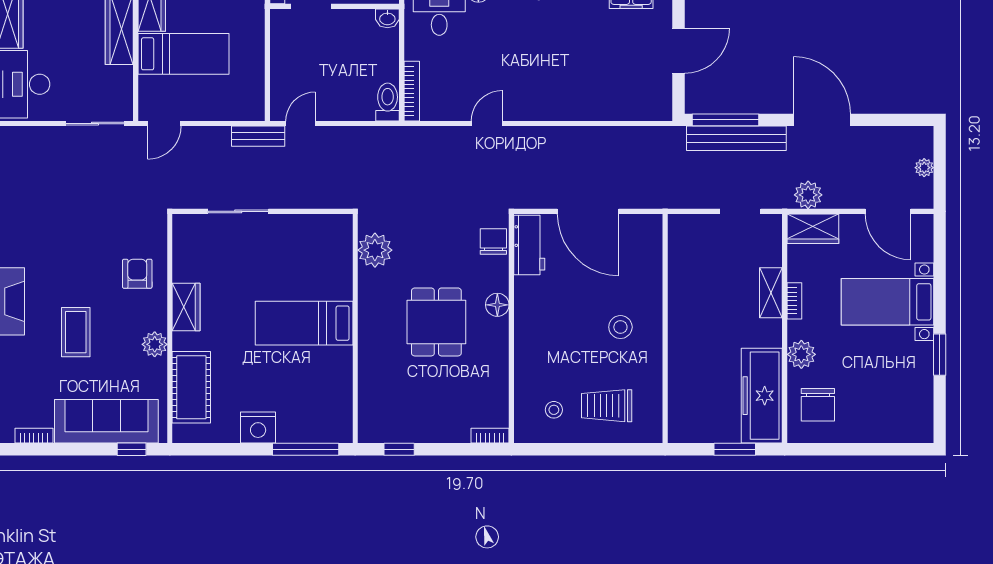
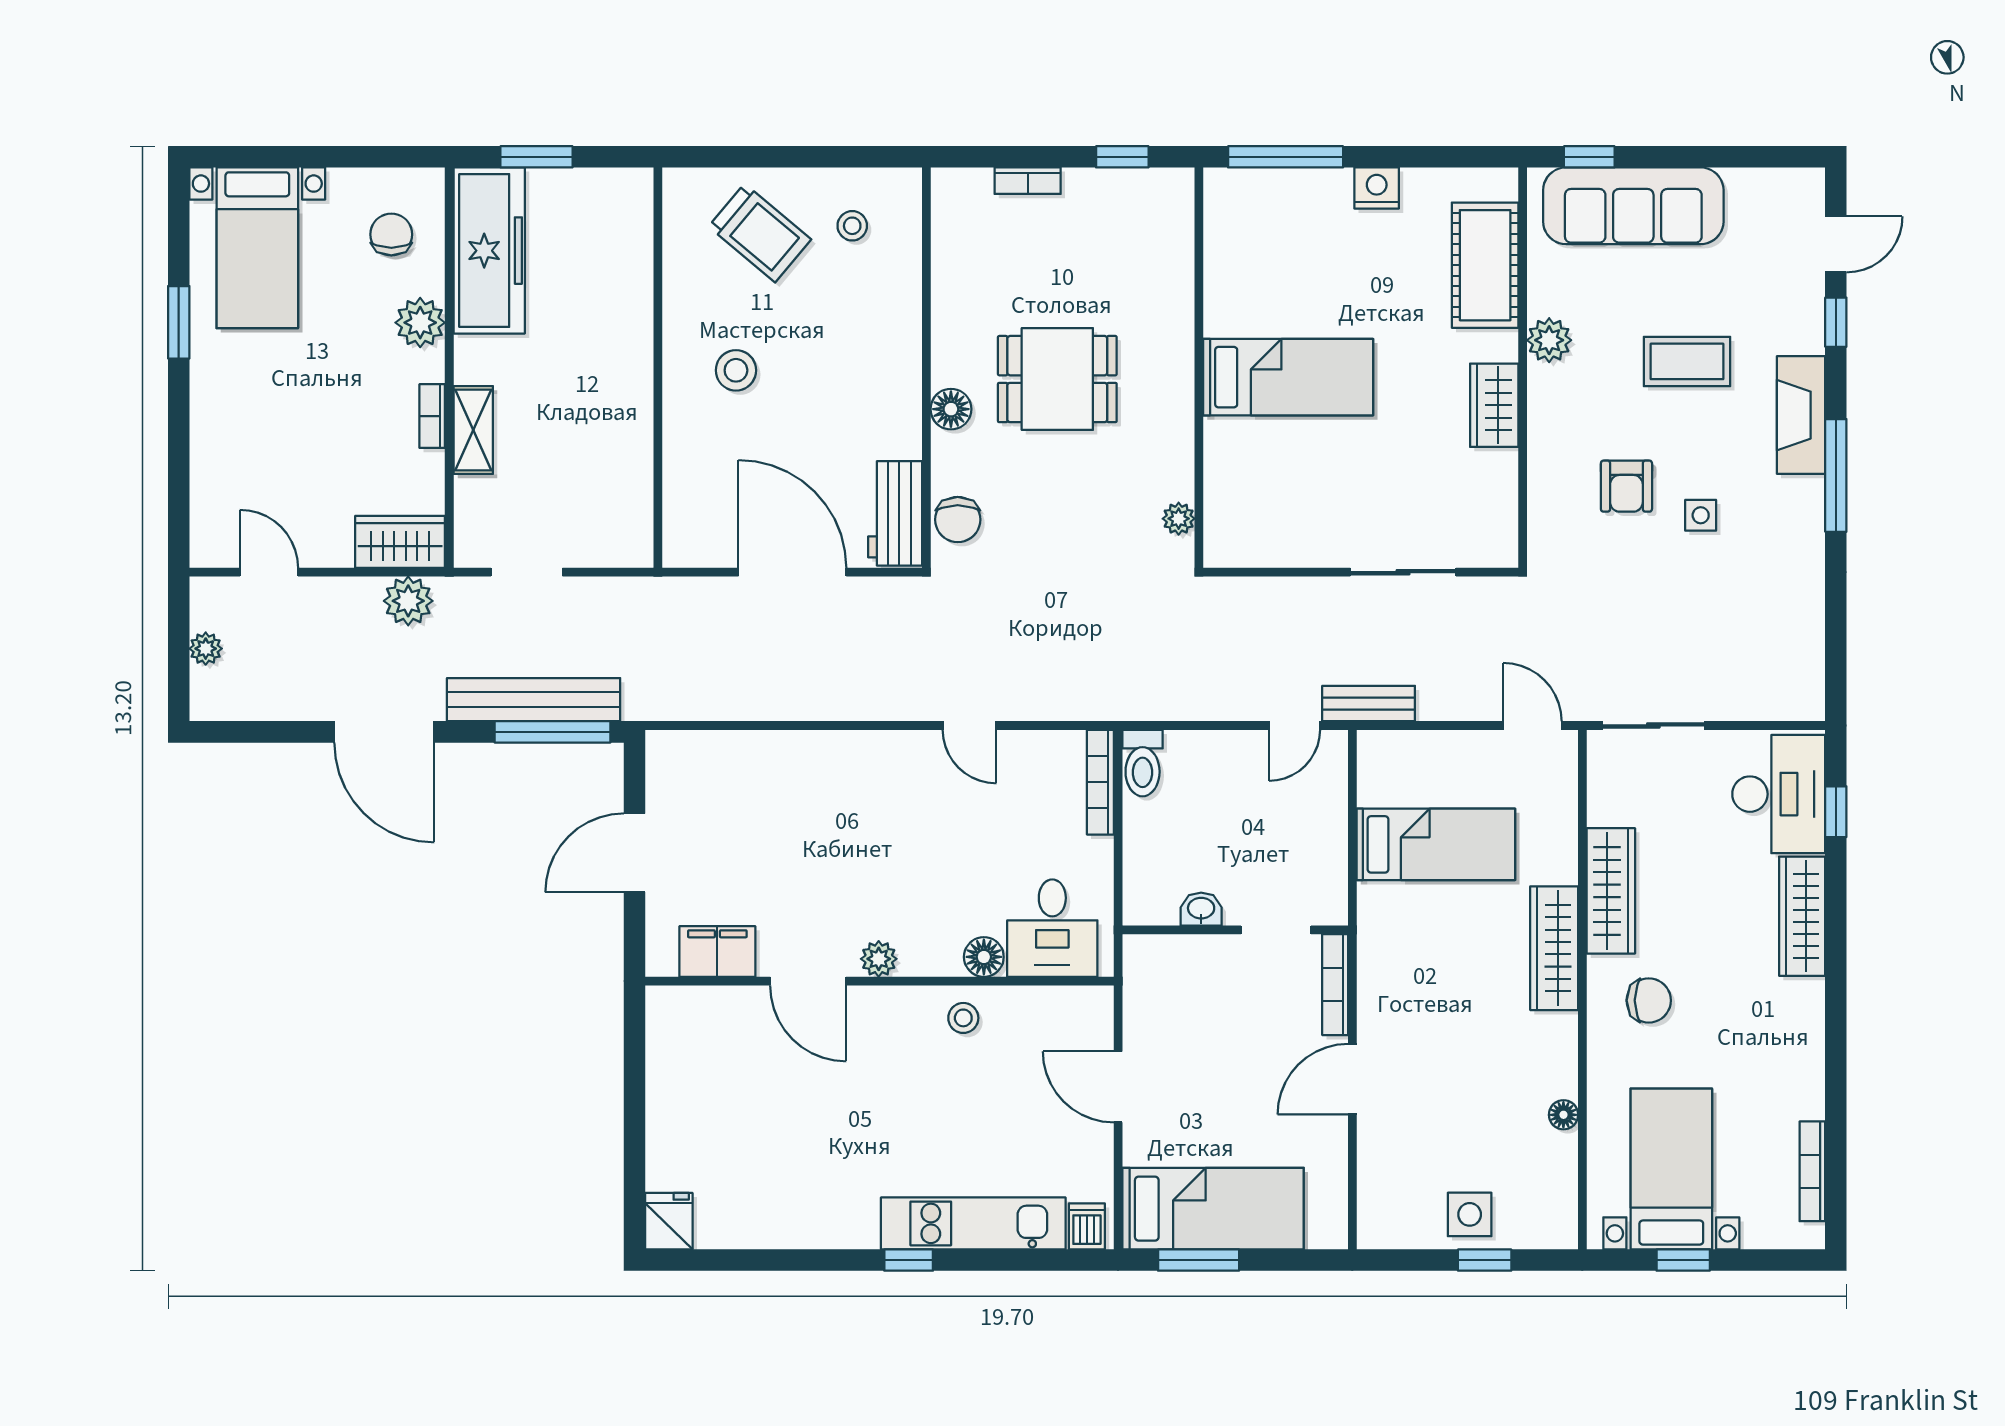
washbasin: (387, 18) -> (1201, 909), moved
bed: (183, 54) -> (1436, 844), moved, turned 180
door: (164, 124) -> (1532, 725), hinge flipped
door: (487, 124) -> (969, 725), hinge flipped
door: (888, 211) -> (269, 572), width x0.73
side table: (68, 244) -> (1701, 515), added
plant: (375, 250) -> (1179, 519), width x0.53, depth x0.53
armchair: (137, 274) -> (1626, 486), moved
bed with nightstands: (887, 302) -> (257, 248), moved, turned 90
dining table: (436, 322) -> (1057, 379), turned 90
coffee table: (76, 332) -> (1687, 361), turned 90
chair: (818, 405) -> (391, 234), width x0.73, depth x0.73
trolley: (607, 406) -> (760, 233), turned 40
nightstand: (258, 428) -> (1377, 188), width x0.74, depth x0.75
bookcase: (34, 436) -> (1760, 181), removed
bookcase: (490, 436) -> (1028, 181), moved

